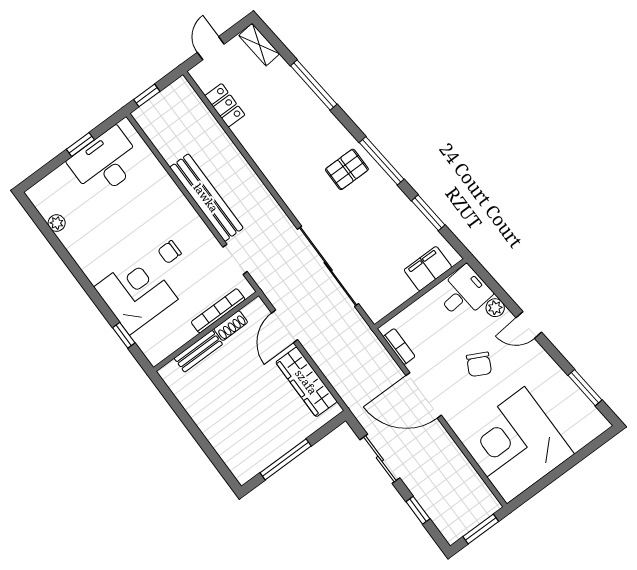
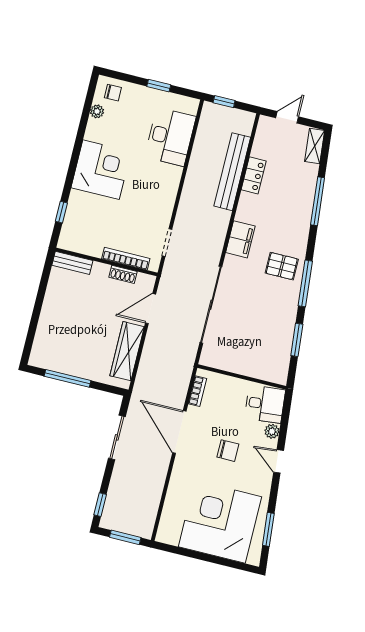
locker: (225, 105) -> (254, 175), moved
desk: (106, 163) -> (170, 137), moved, turned 90
bench: (206, 198) -> (232, 172), moved
chair: (170, 252) -> (113, 93), moved, turned 180
filing cabinet: (428, 269) -> (240, 239), moved, turned 90
corner desk: (136, 293) -> (101, 170), moved
bench: (198, 351) -> (72, 263), moved
chair: (479, 364) -> (228, 451), turned -117
corner desk: (516, 445) -> (220, 522), moved
window: (418, 510) -> (100, 505), moved

